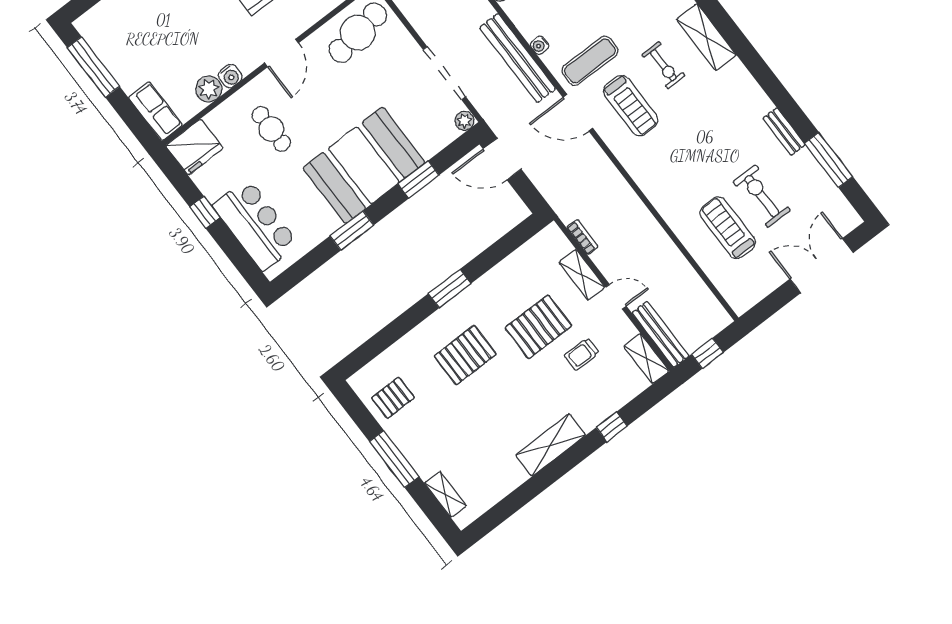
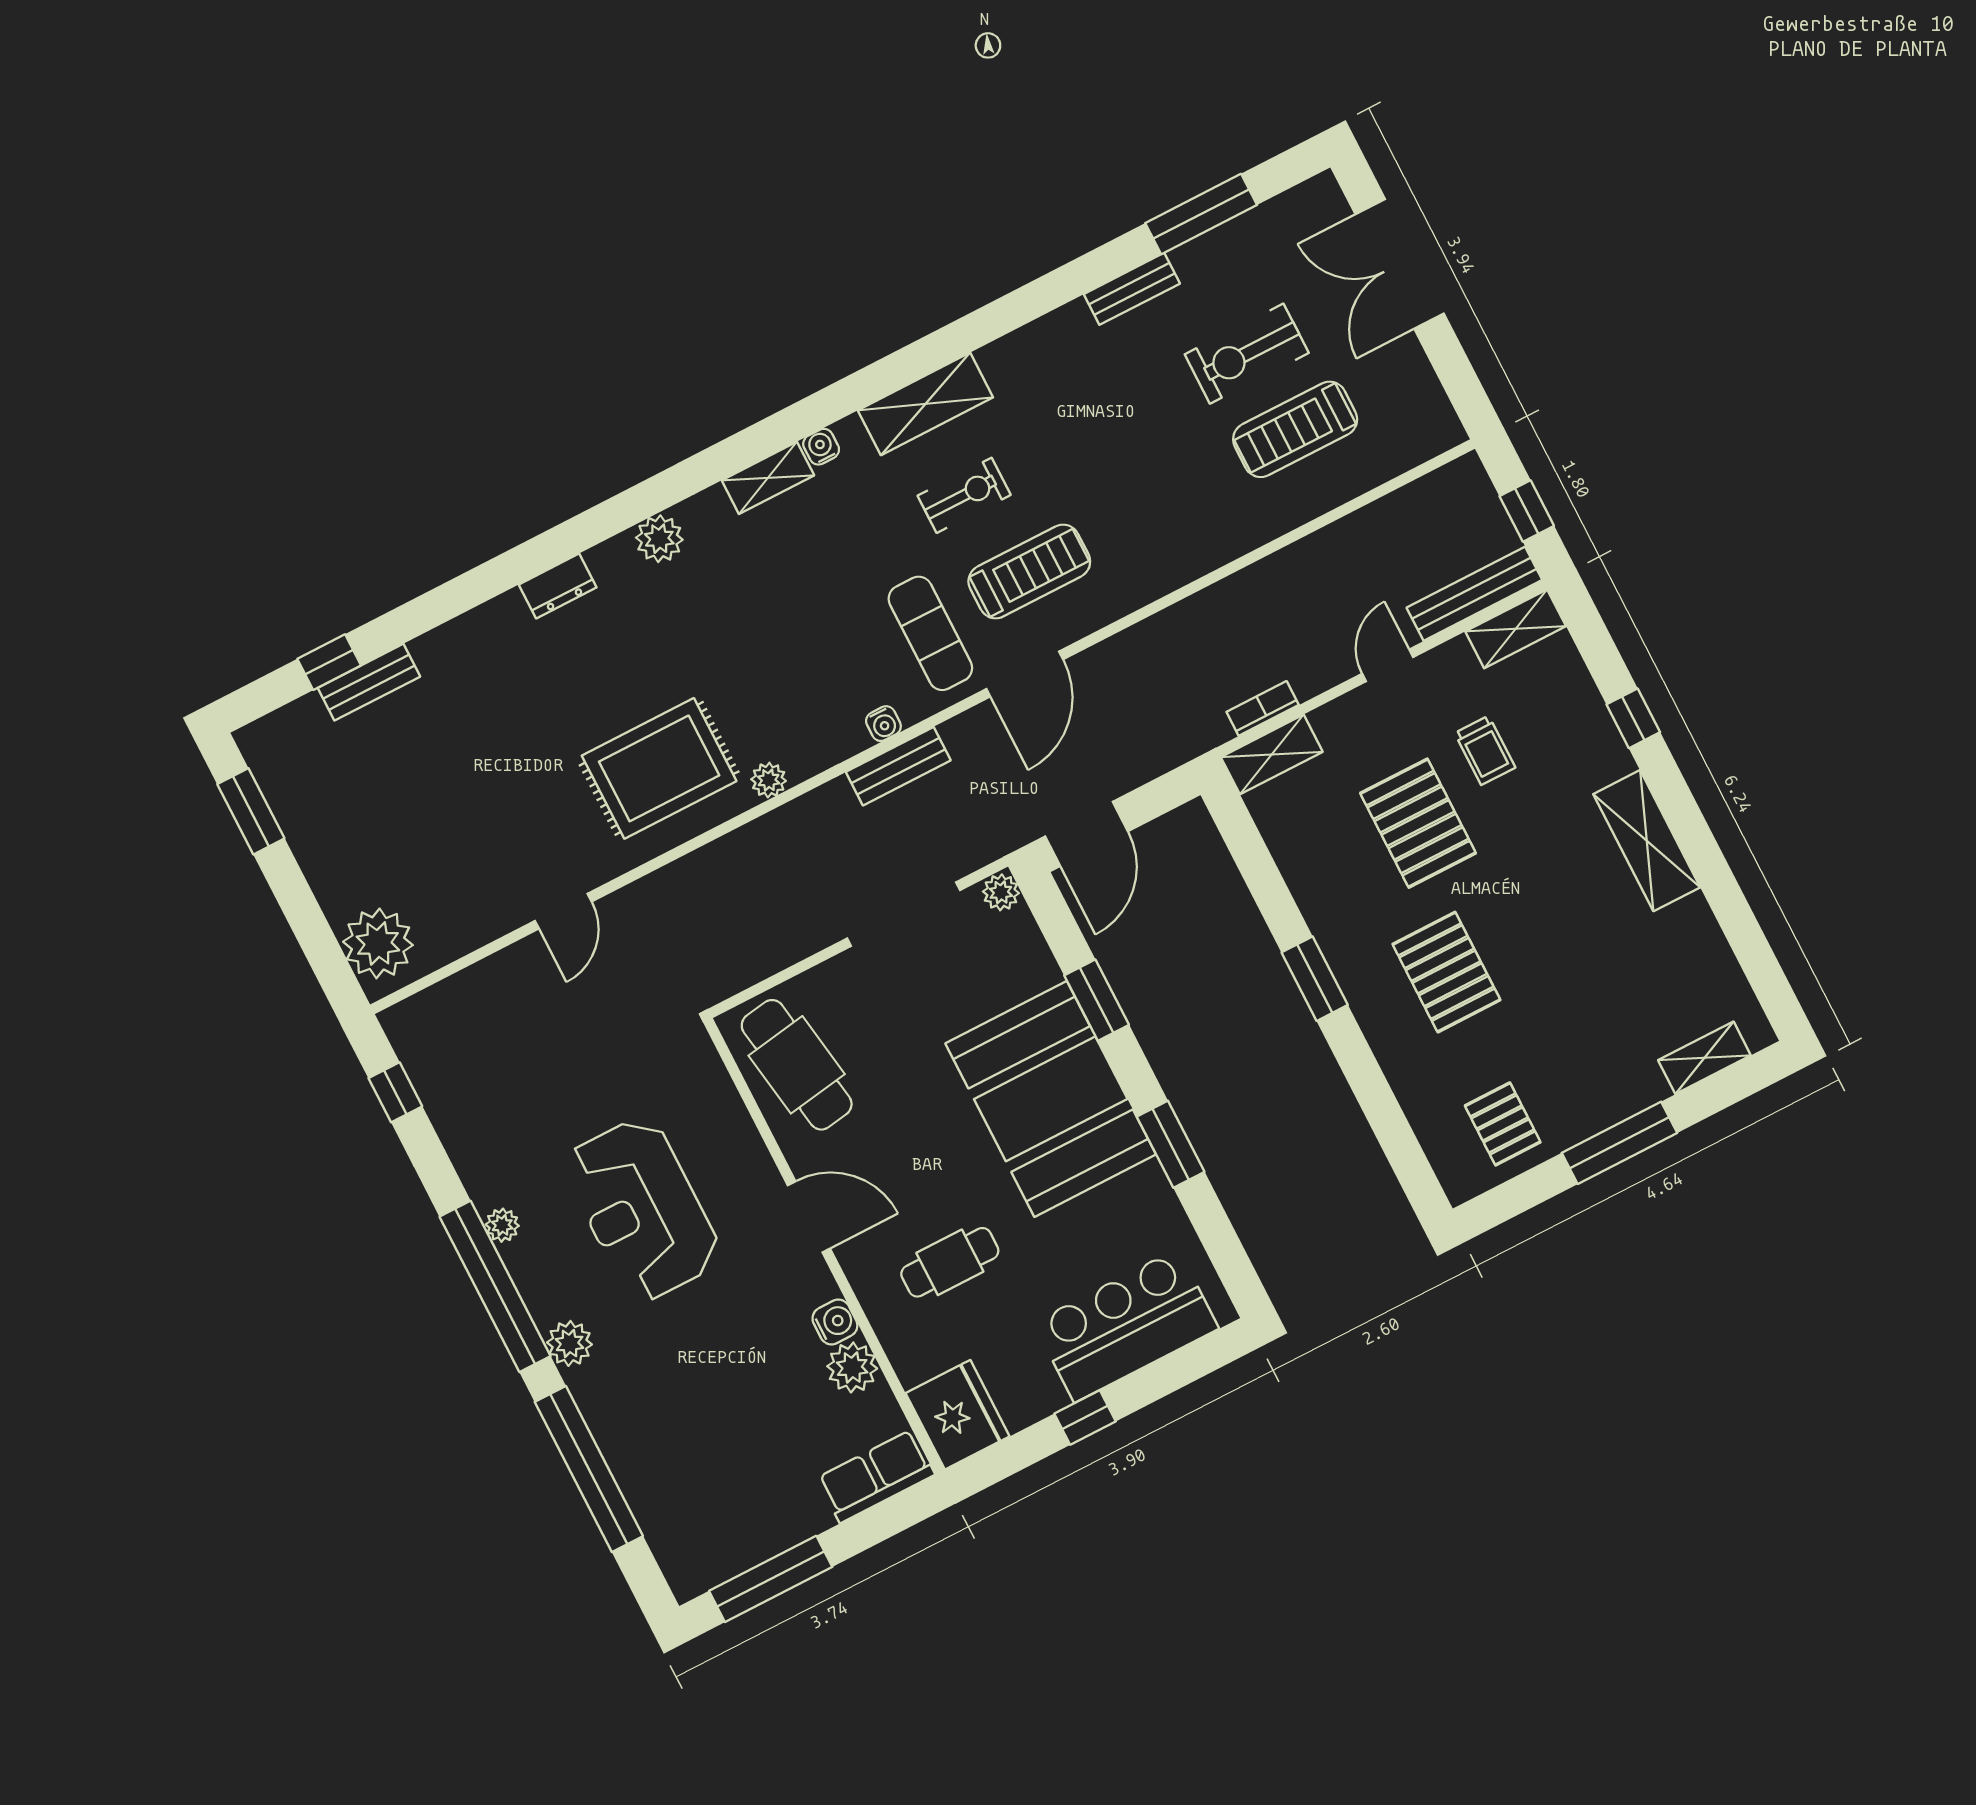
bench: (518, 58) -> (898, 766), width x0.54, depth x0.82
shelving: (582, 275) -> (1272, 754), moved

